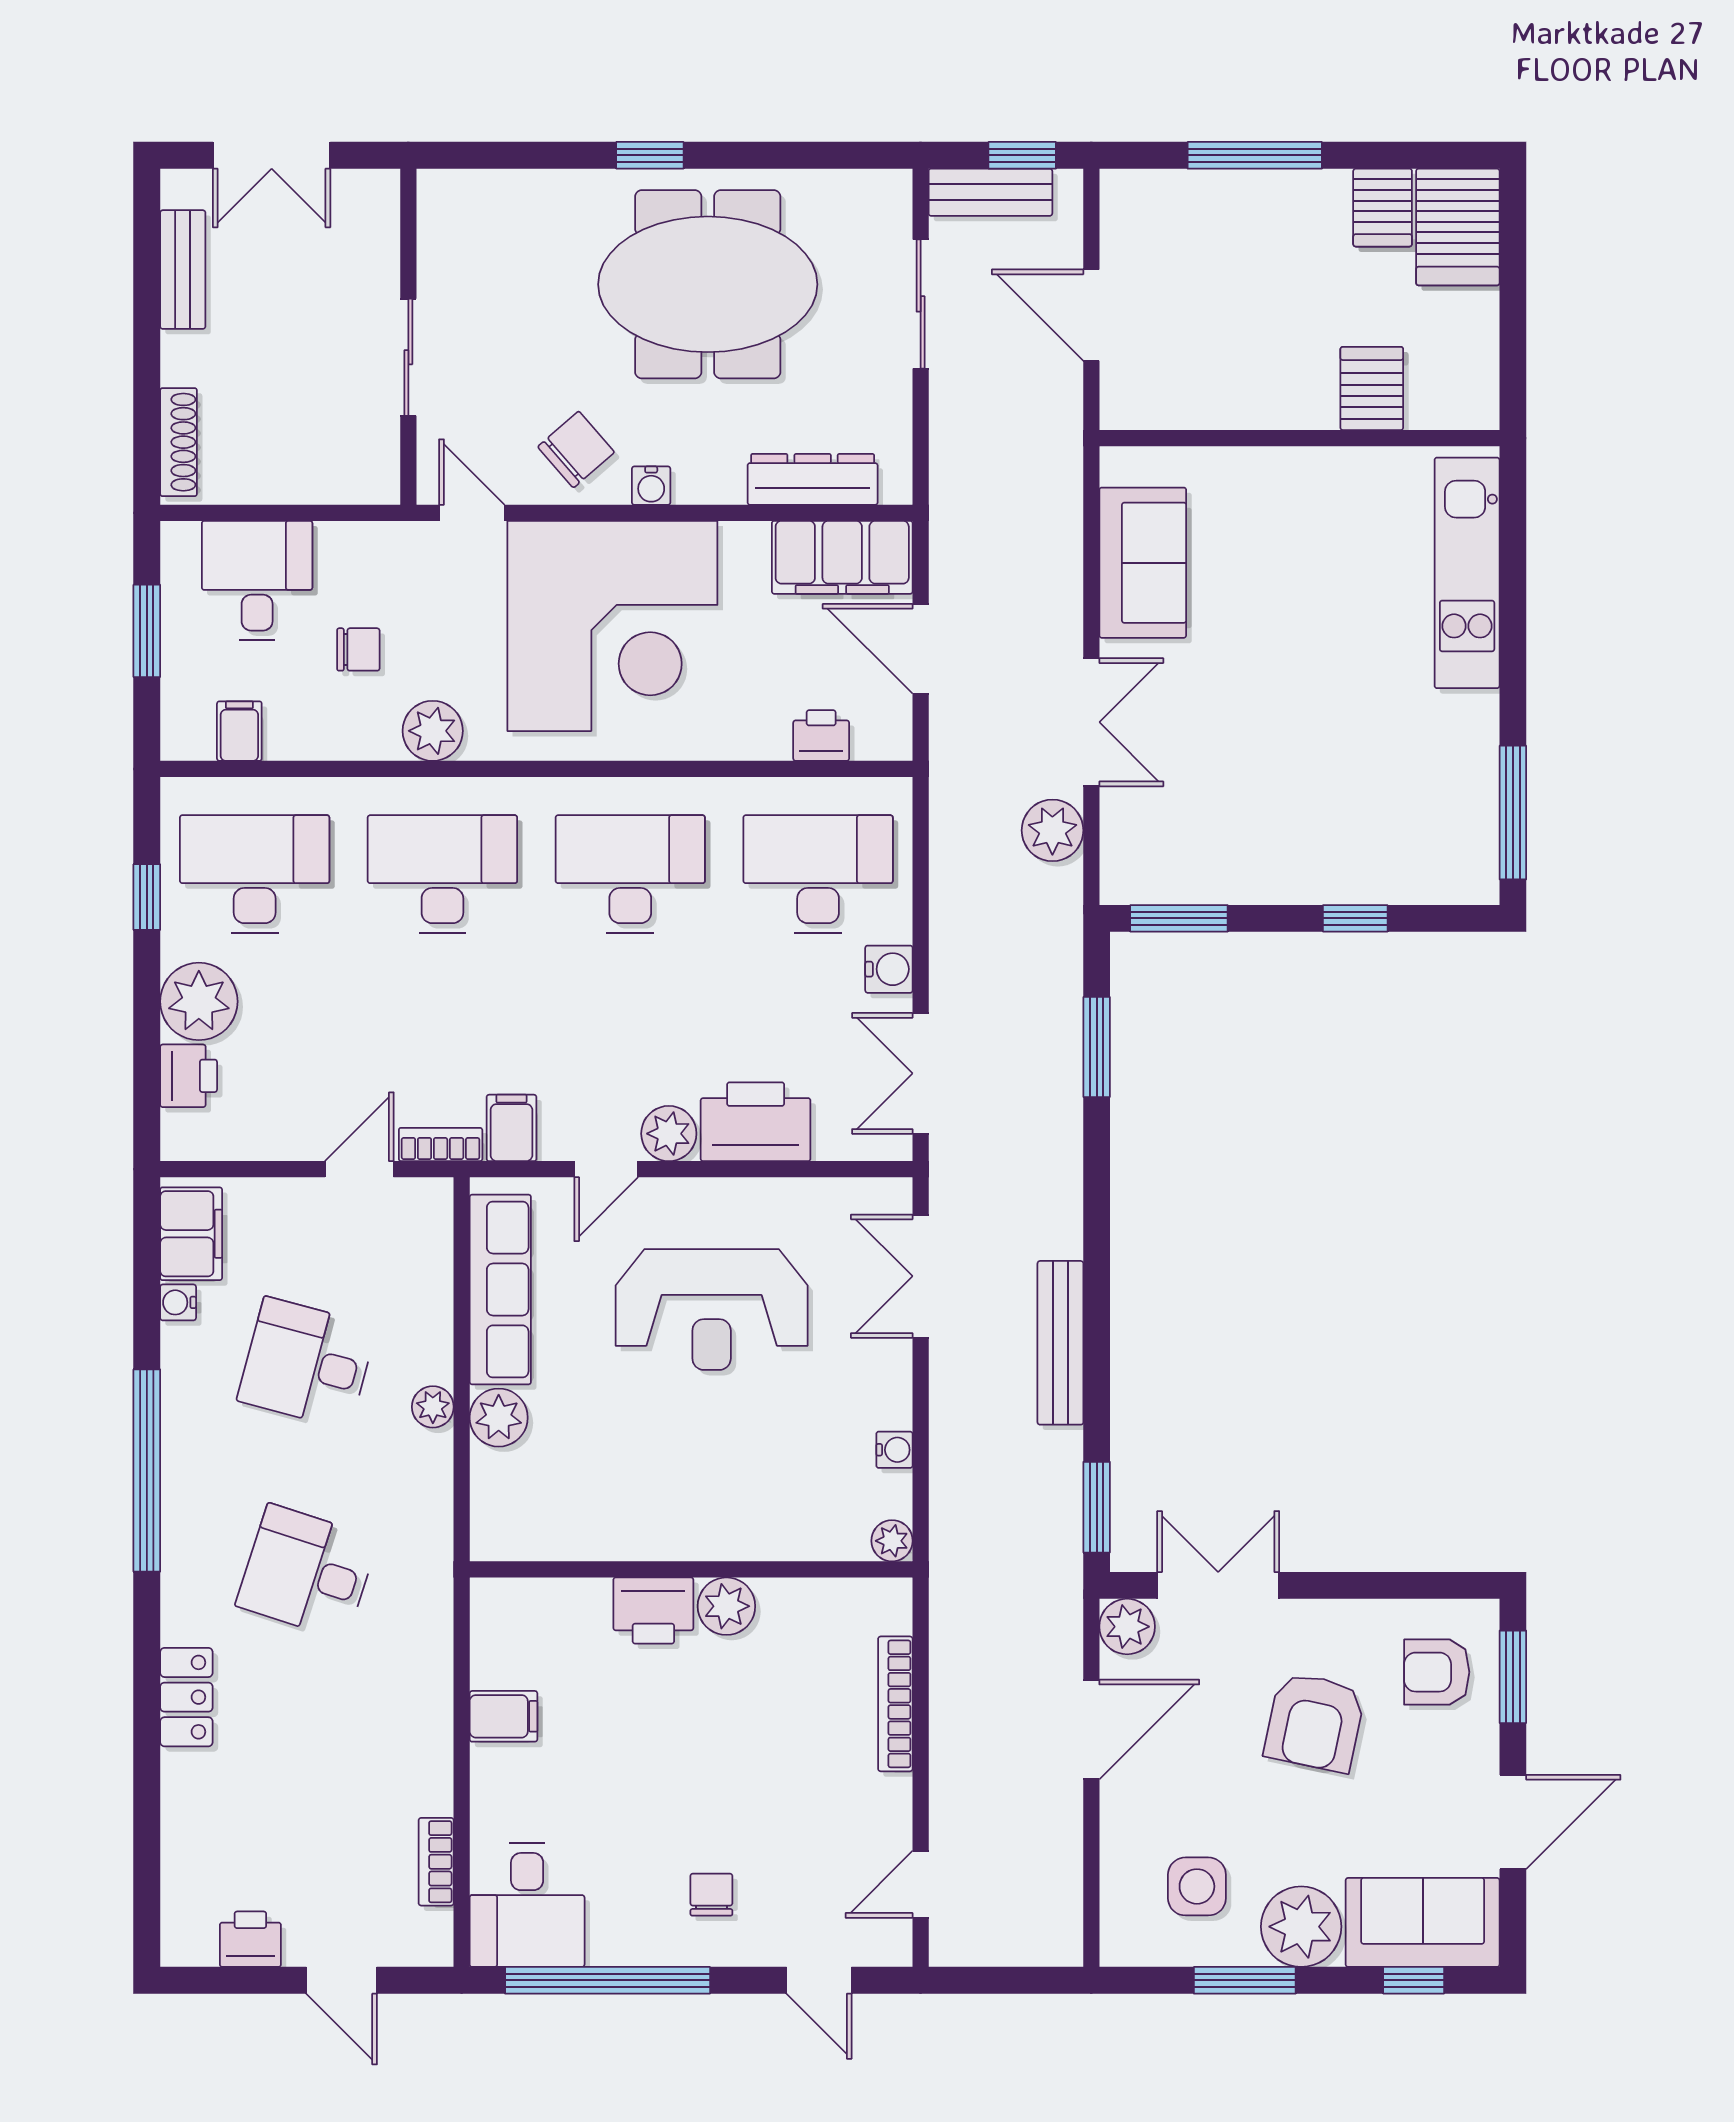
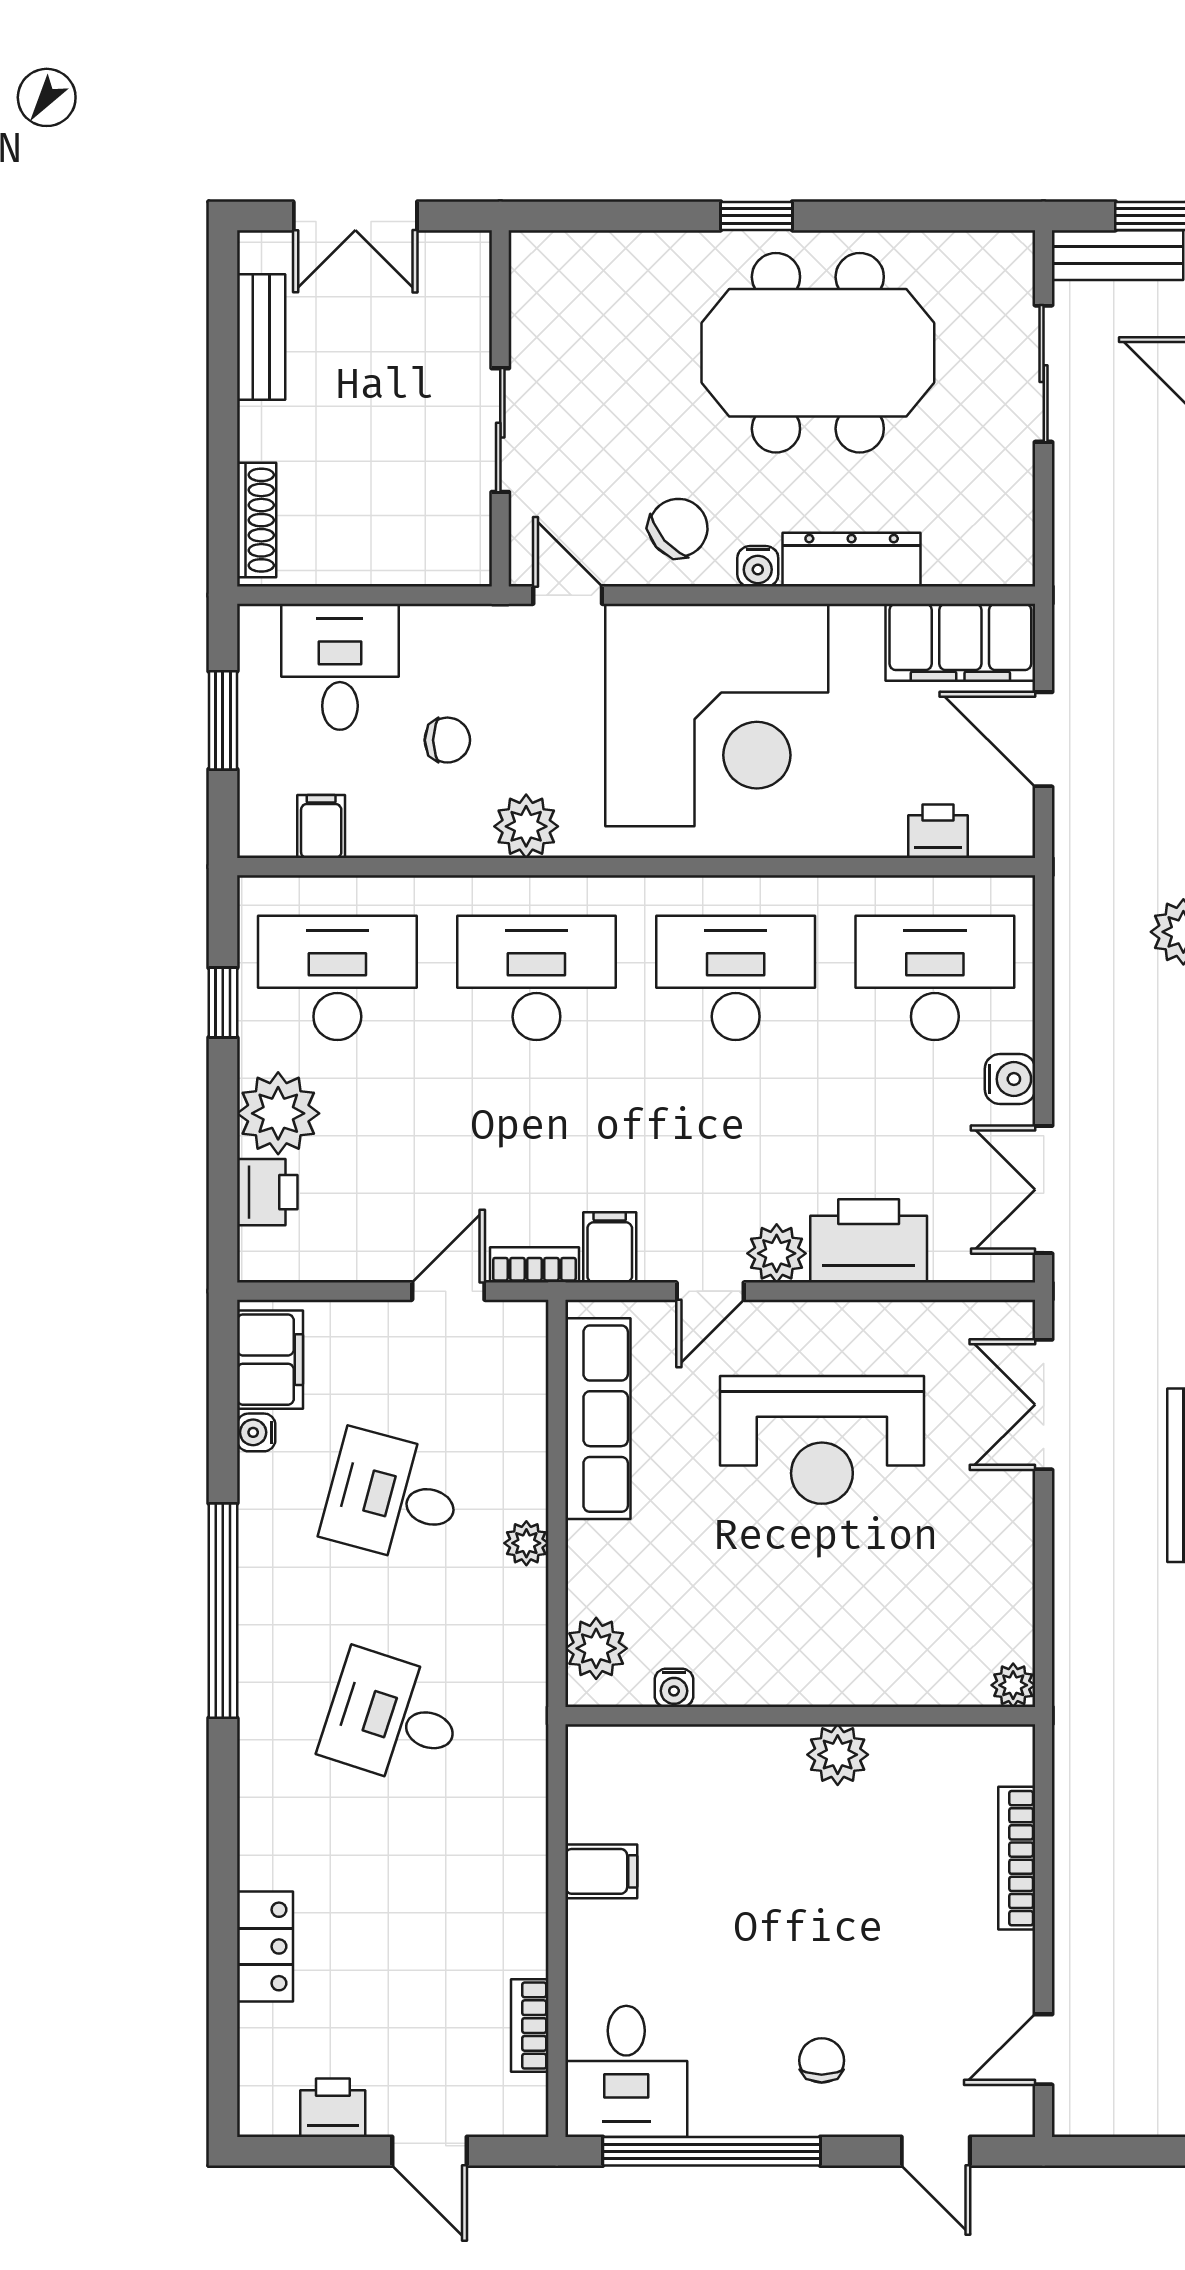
dresser: (813, 479) -> (852, 560), moved
plant: (499, 1418) -> (596, 1648), moved
water cooler: (894, 1450) -> (674, 1688), moved, turned 90
printer: (653, 1610) -> (760, 1759), removed
locker: (186, 1697) -> (265, 1946), moved

